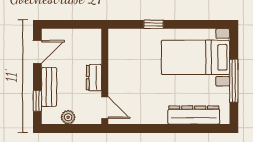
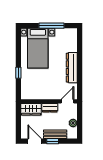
wardrobe: (91, 46) -> (31, 109), added
window: (37, 101) -> (53, 141), moved
dresser: (194, 115) -> (72, 68), moved

